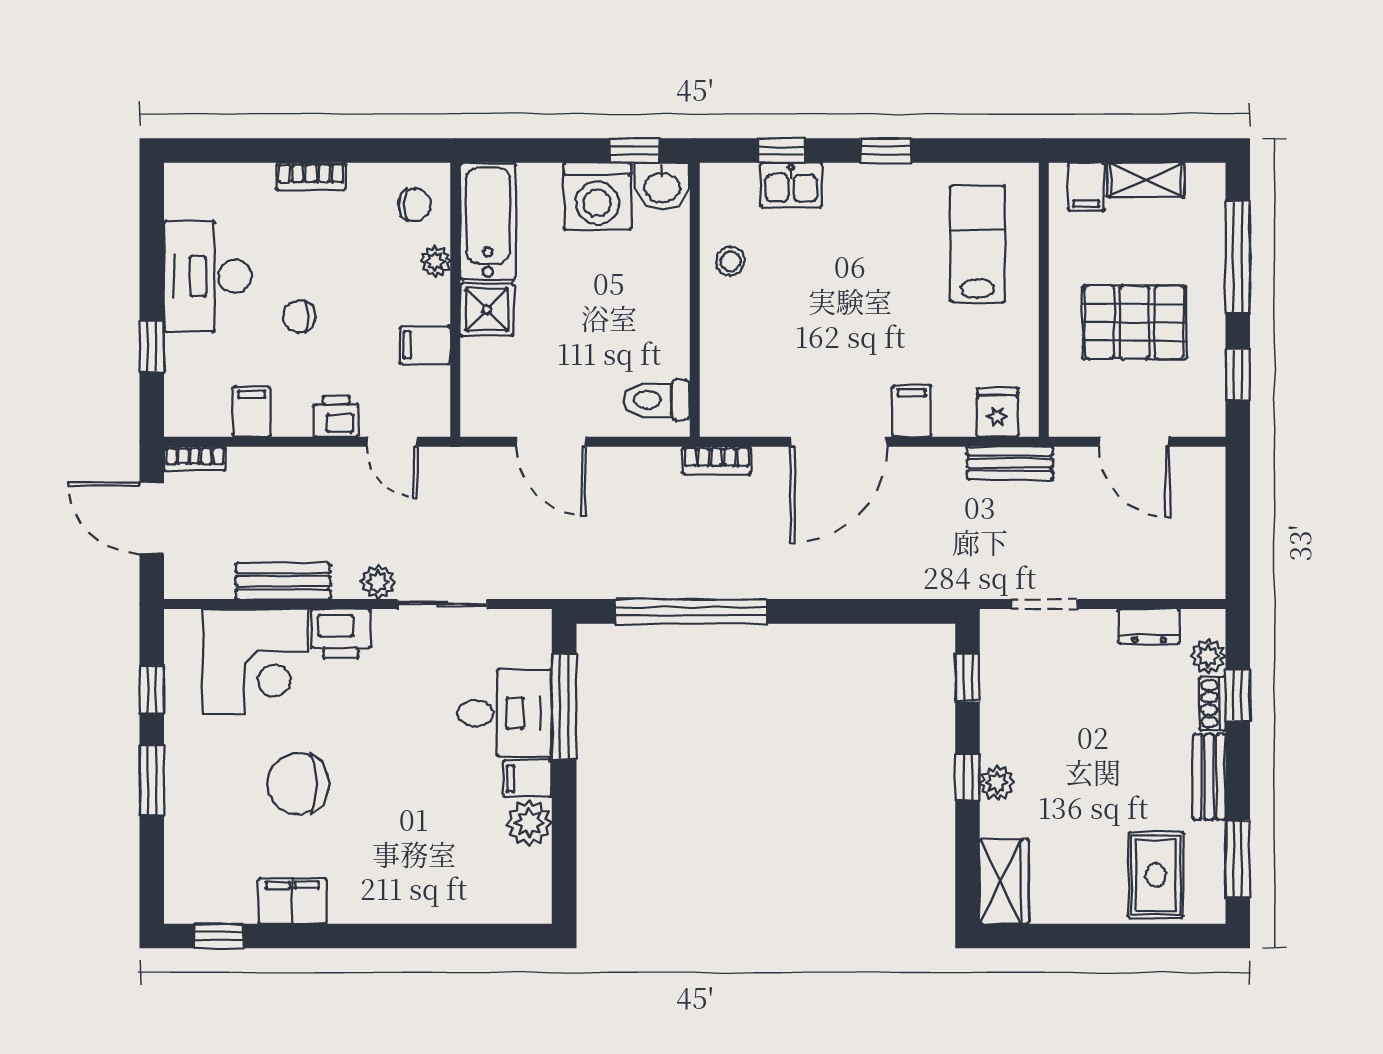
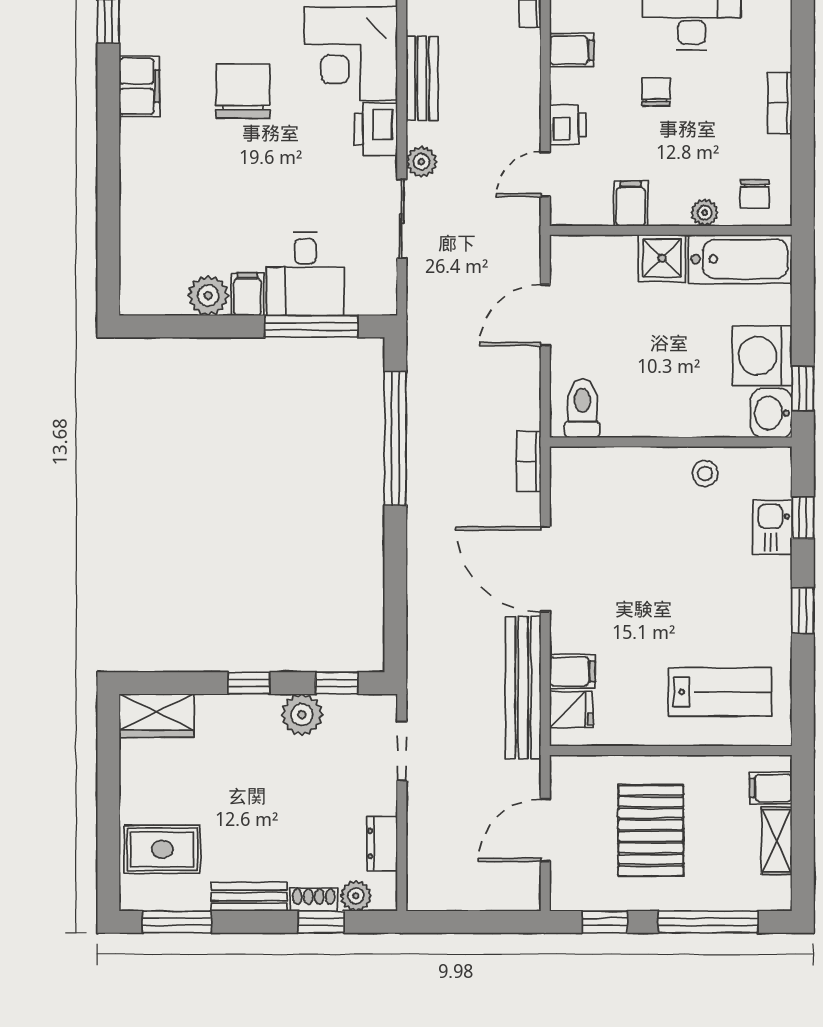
filing cabinet: (912, 411) -> (572, 671), moved
bench: (1010, 463) -> (523, 688), width x1.86, depth x1.21
plant: (997, 783) -> (302, 715), moved, width x1.38, depth x1.38

